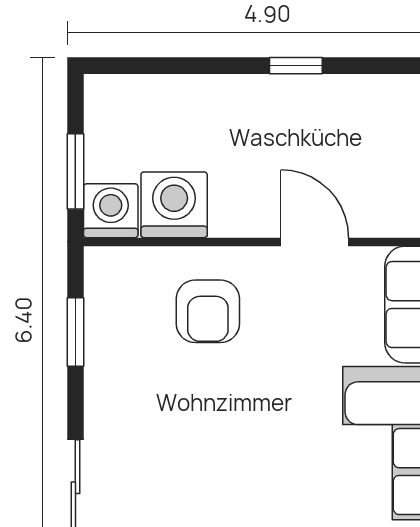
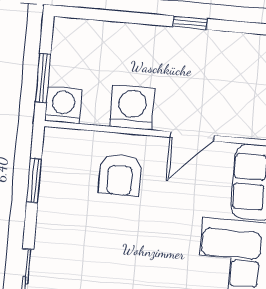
washing machine: (174, 205) -> (132, 107), moved
door: (315, 242) -> (192, 136), swing flipped

